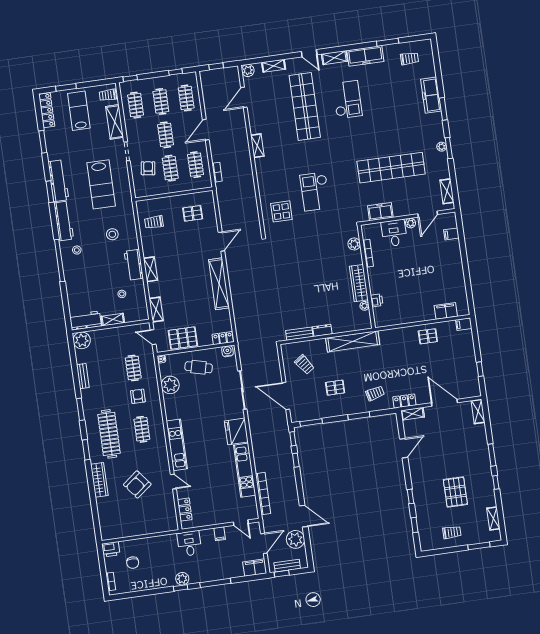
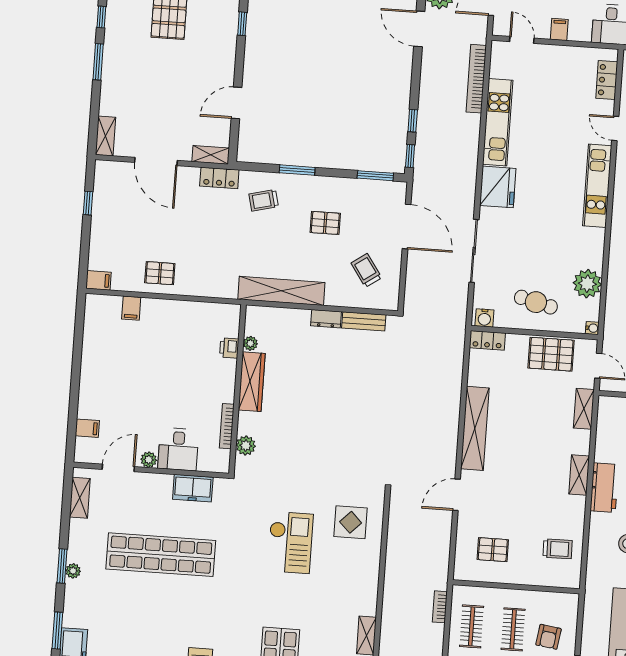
filing cabinet: (446, 311) -> (131, 308), width x0.50

